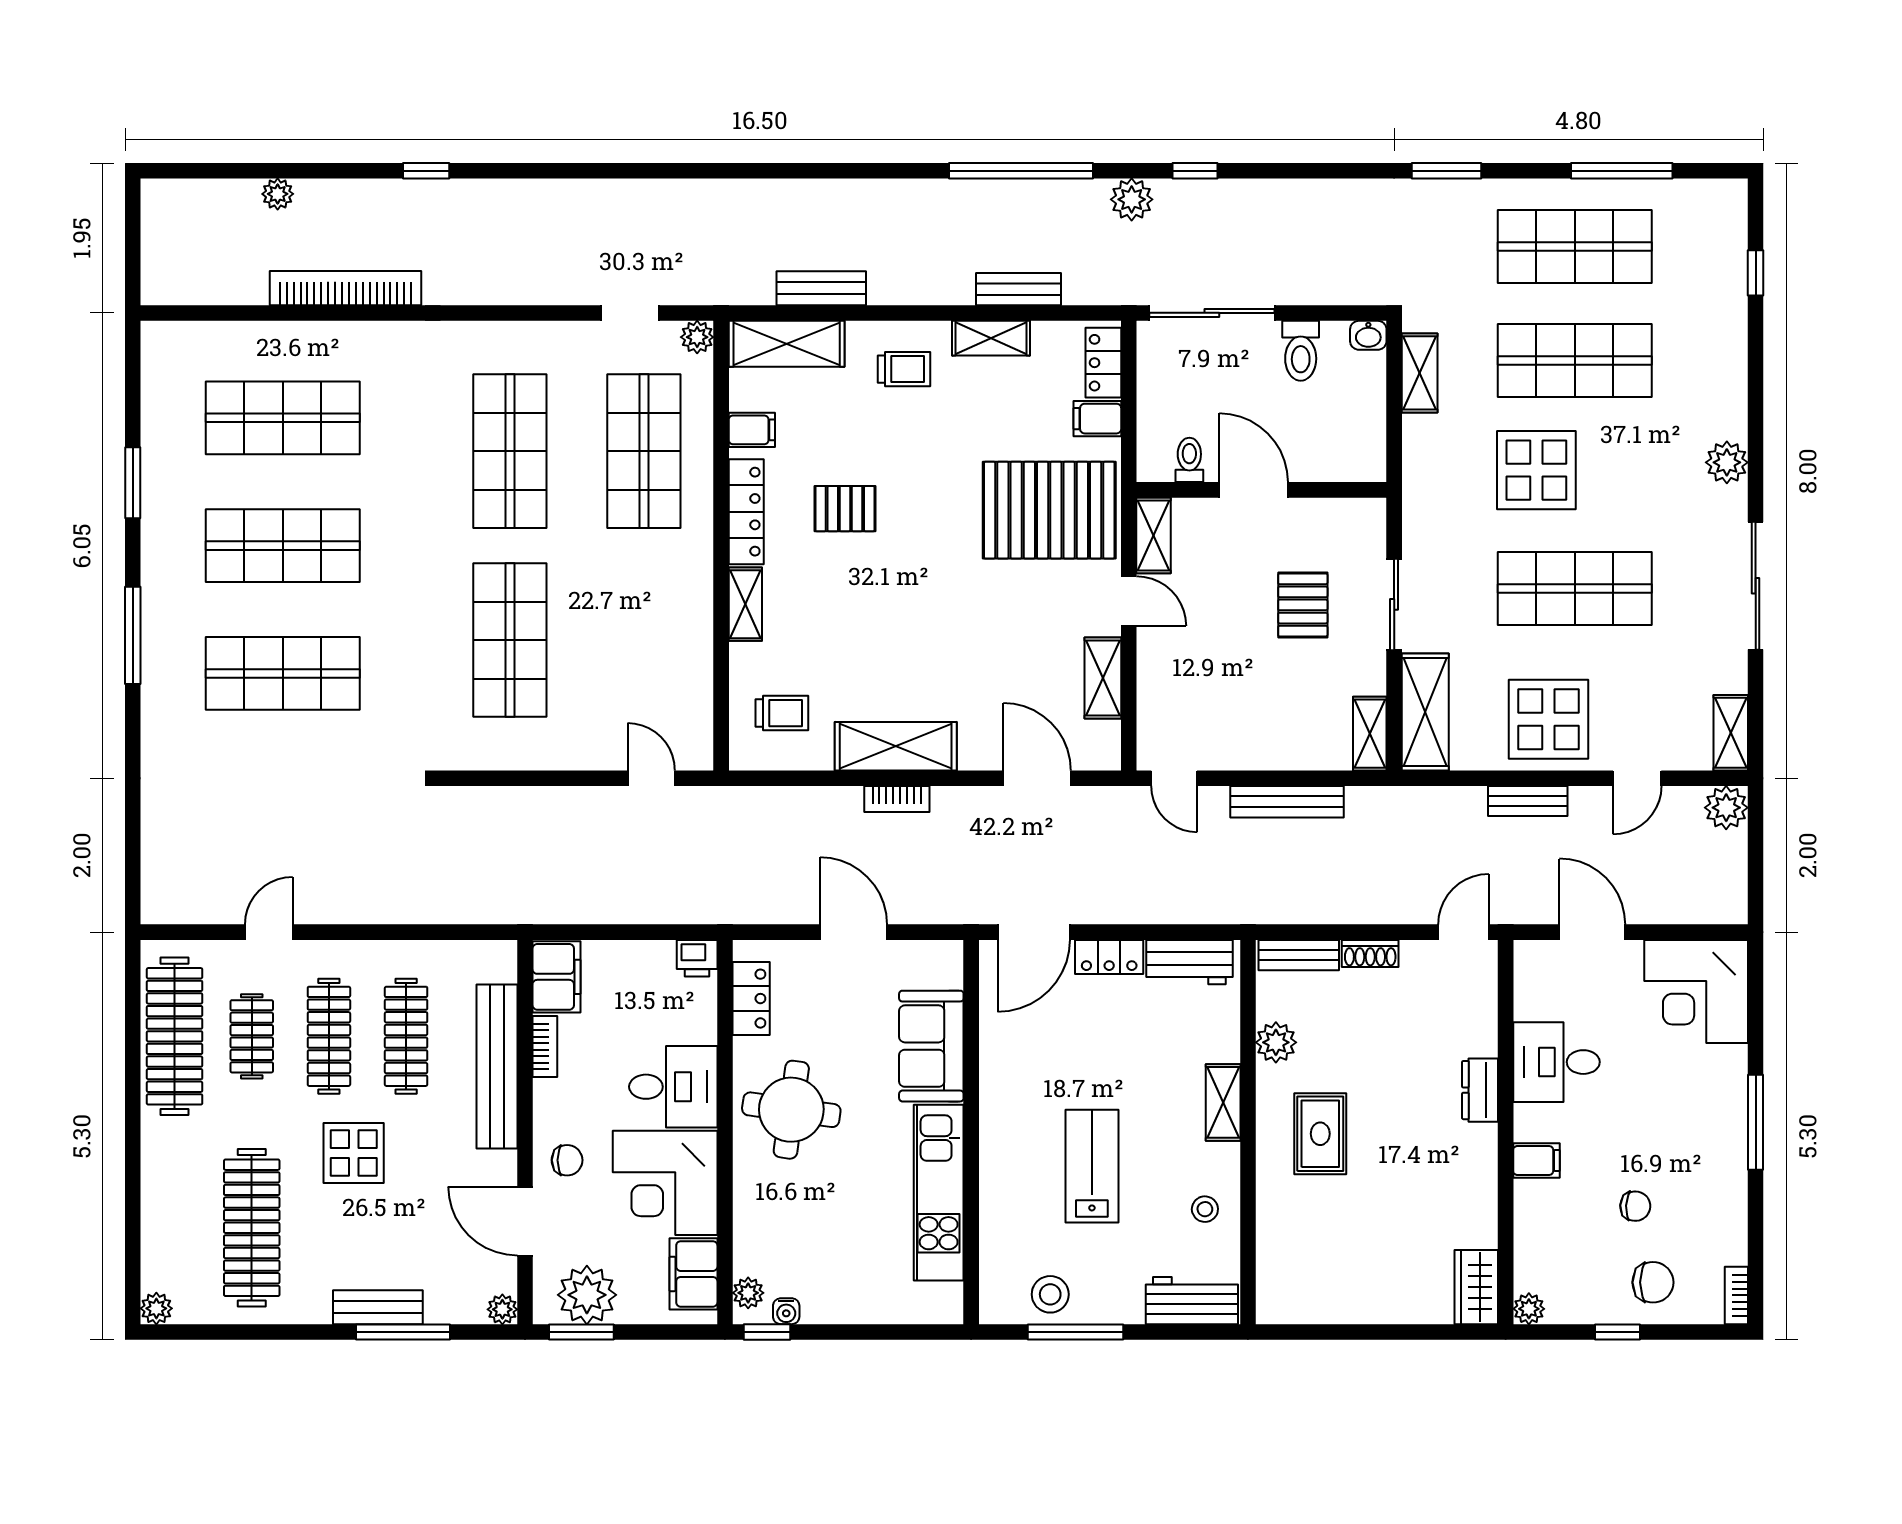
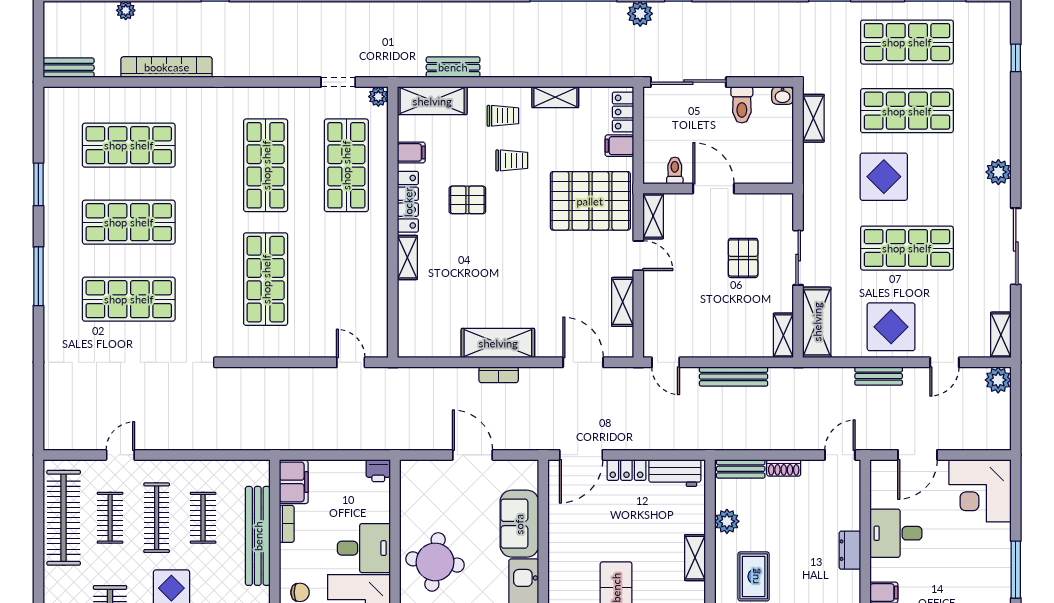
bench: (1019, 289) -> (69, 68), moved
trolley: (782, 713) -> (512, 160), moved
door: (1592, 932) -> (918, 455), swing flipped
locker: (751, 999) -> (411, 495), removed
clothes rail: (406, 1036) -> (203, 518), width x0.73

